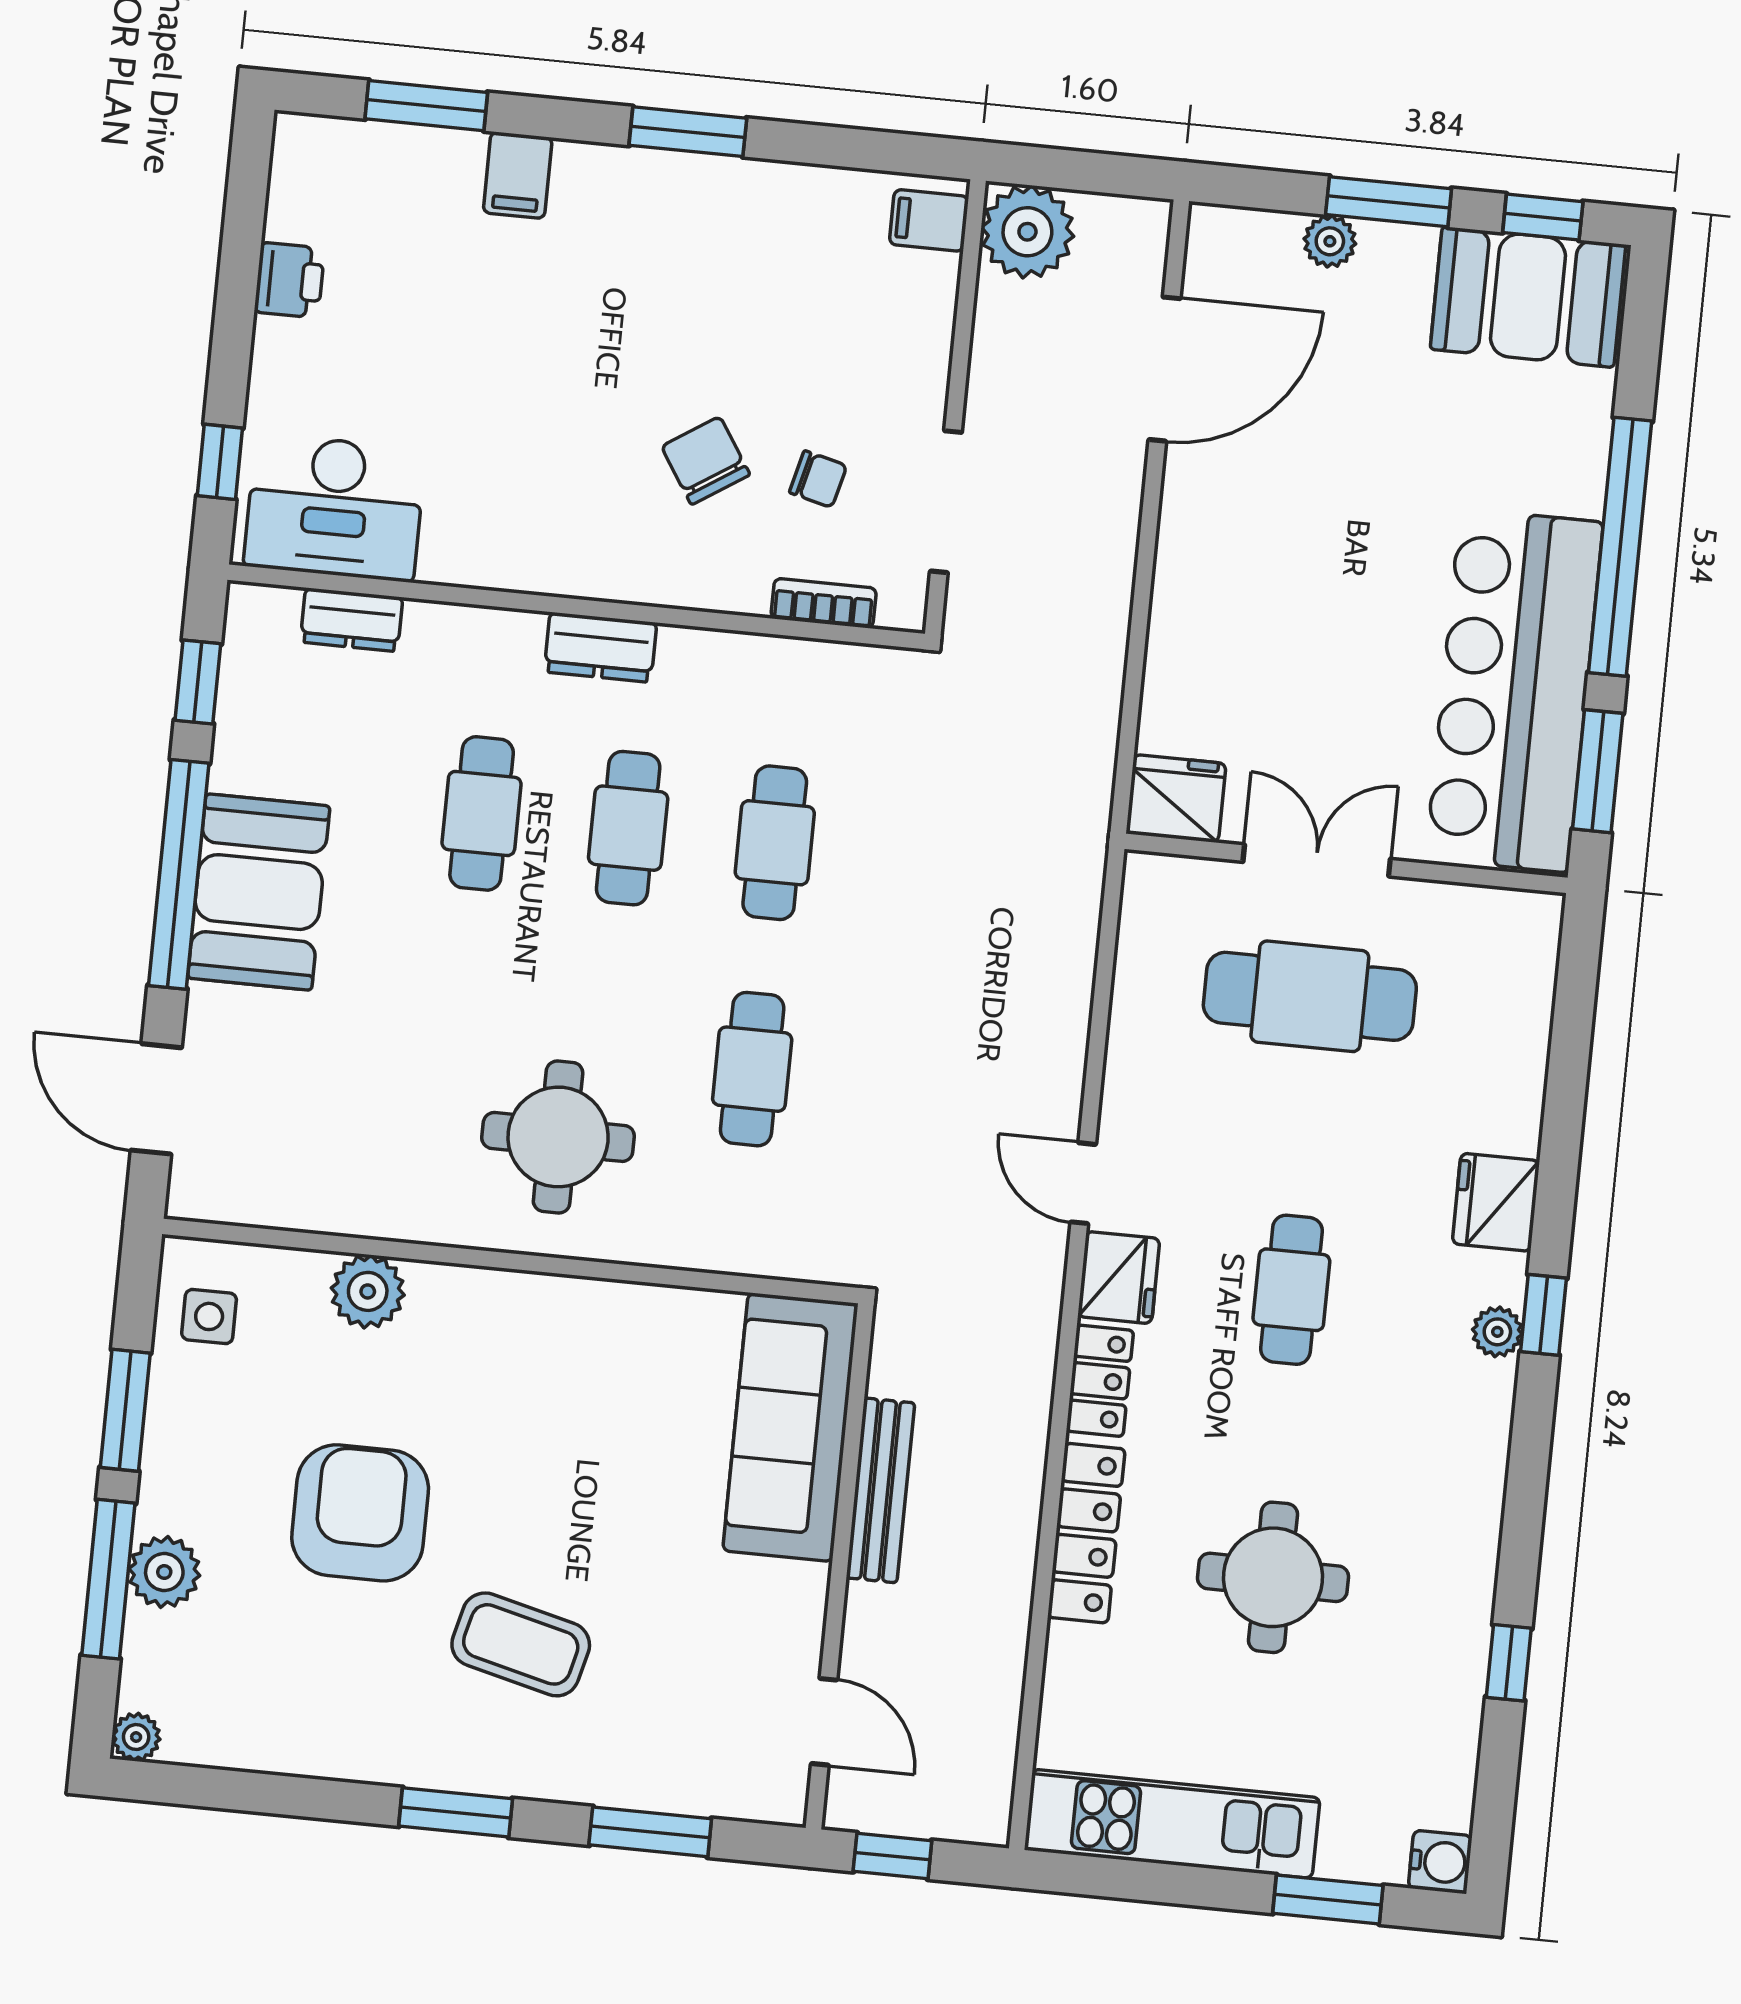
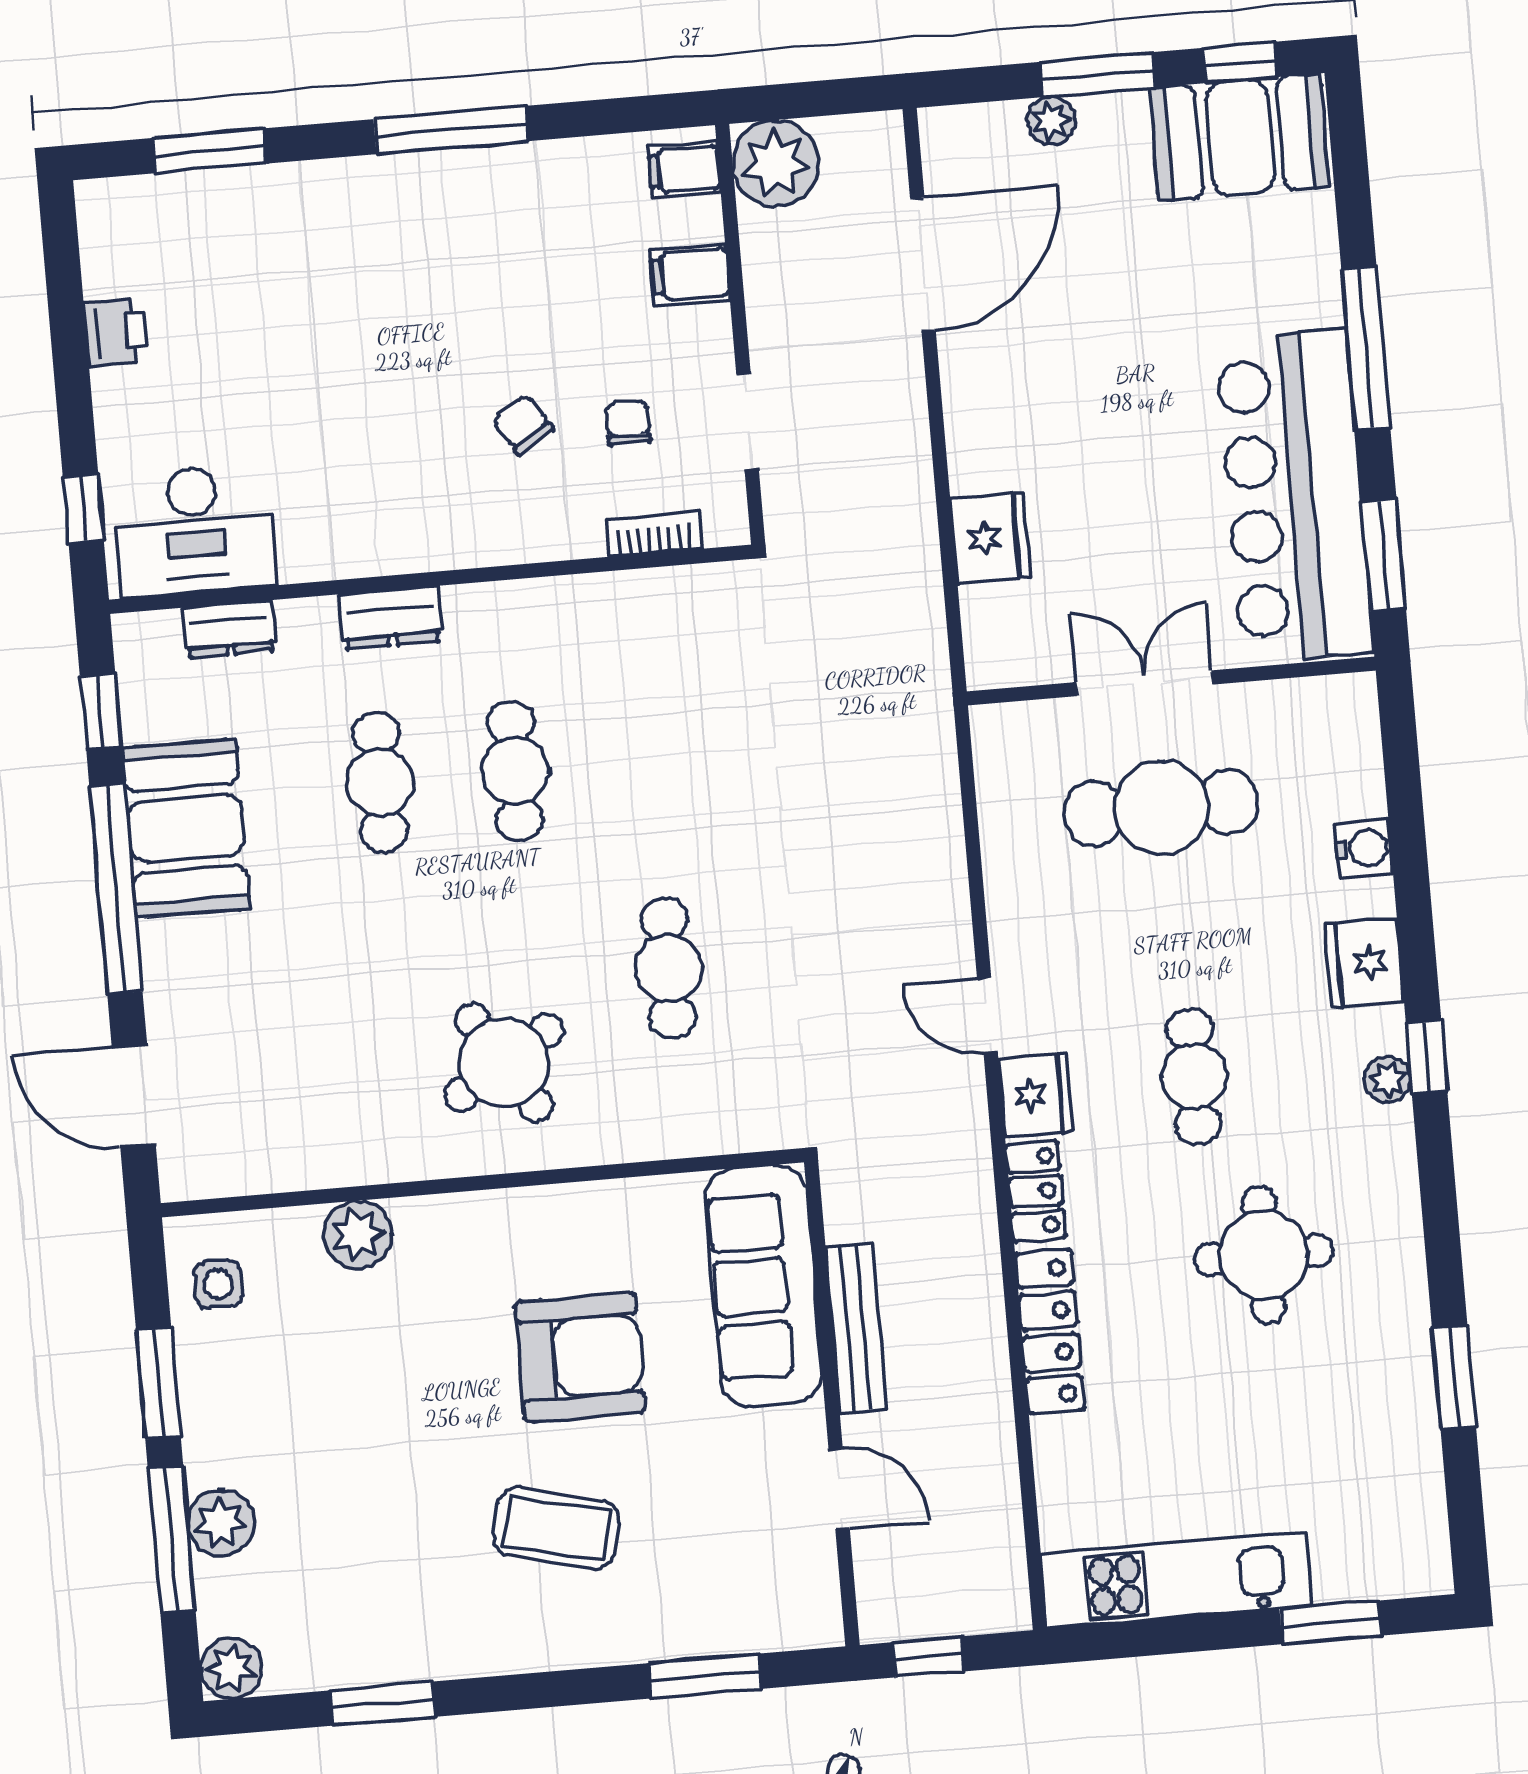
window: (688, 132) -> (451, 130), width x1.44
filing cabinet: (518, 175) -> (690, 275), moved, turned 90
chair: (706, 461) -> (523, 425), width x0.73, depth x0.73
chair: (818, 479) -> (628, 423), turned -104
doorway: (946, 502) -> (748, 421), width x0.73
window: (1620, 547) -> (1366, 348), width x0.68
dresser: (600, 647) -> (391, 618), moved
fridge: (1176, 798) -> (990, 538), moved, turned 90
cafe table: (775, 843) -> (650, 759), removed
booth: (259, 892) -> (186, 828), moved
round table: (558, 1137) -> (504, 1062), turned -32
armchair: (360, 1513) -> (580, 1357), moved, turned 90
round table: (1273, 1577) -> (1264, 1255), moved
window: (1509, 1663) -> (1454, 1377), width x1.50
door: (824, 1722) -> (839, 1488), moved
plant: (136, 1737) -> (231, 1668), width x1.38, depth x1.38
window: (456, 1812) -> (382, 1704), moved
water cooler: (1440, 1862) -> (1364, 848), moved

